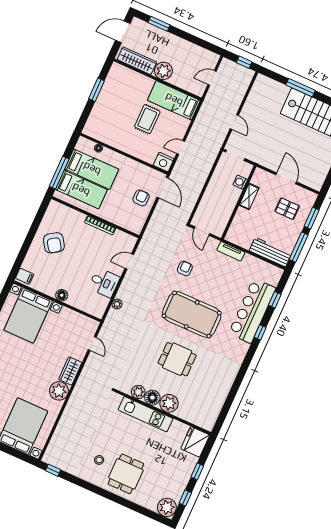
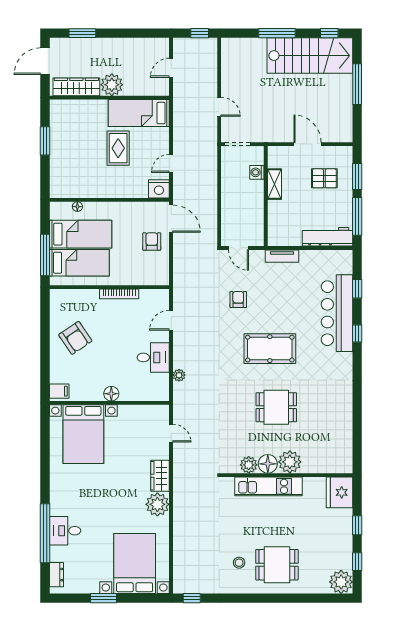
pool table: (192, 314) -> (270, 349), width x0.73, depth x0.76
dining table: (126, 474) -> (277, 565), turned 90

